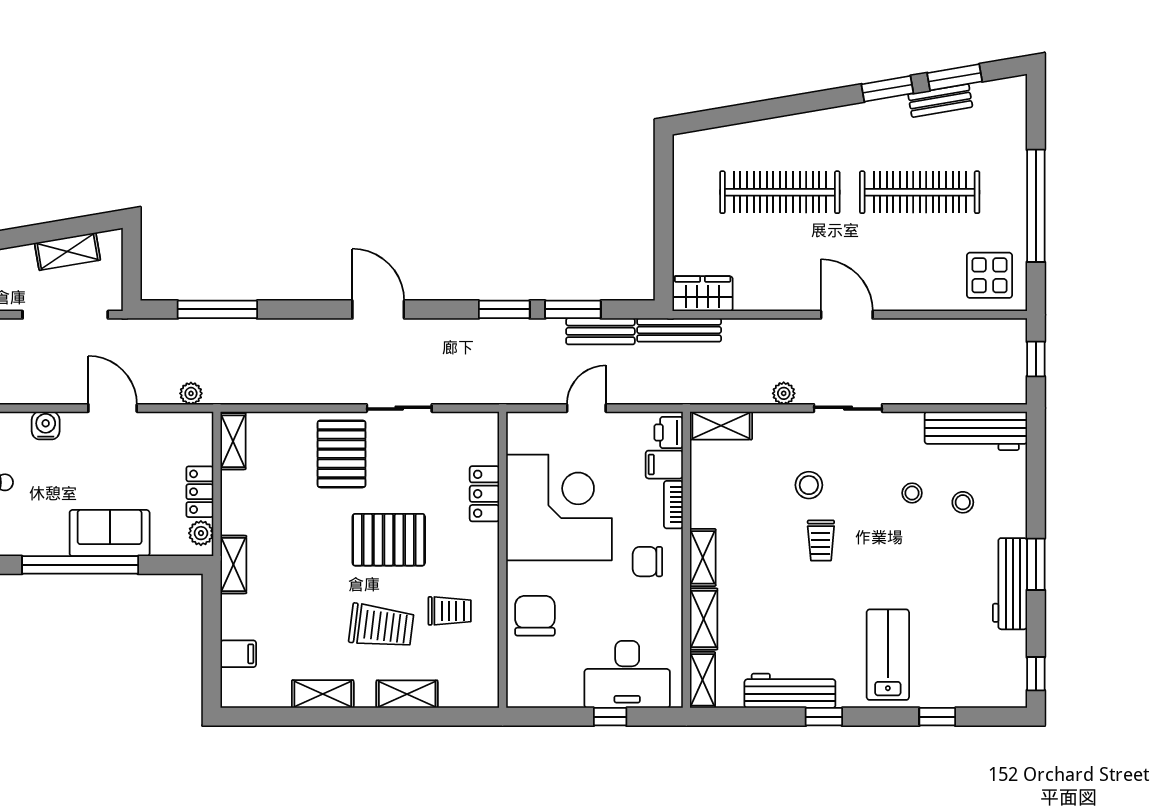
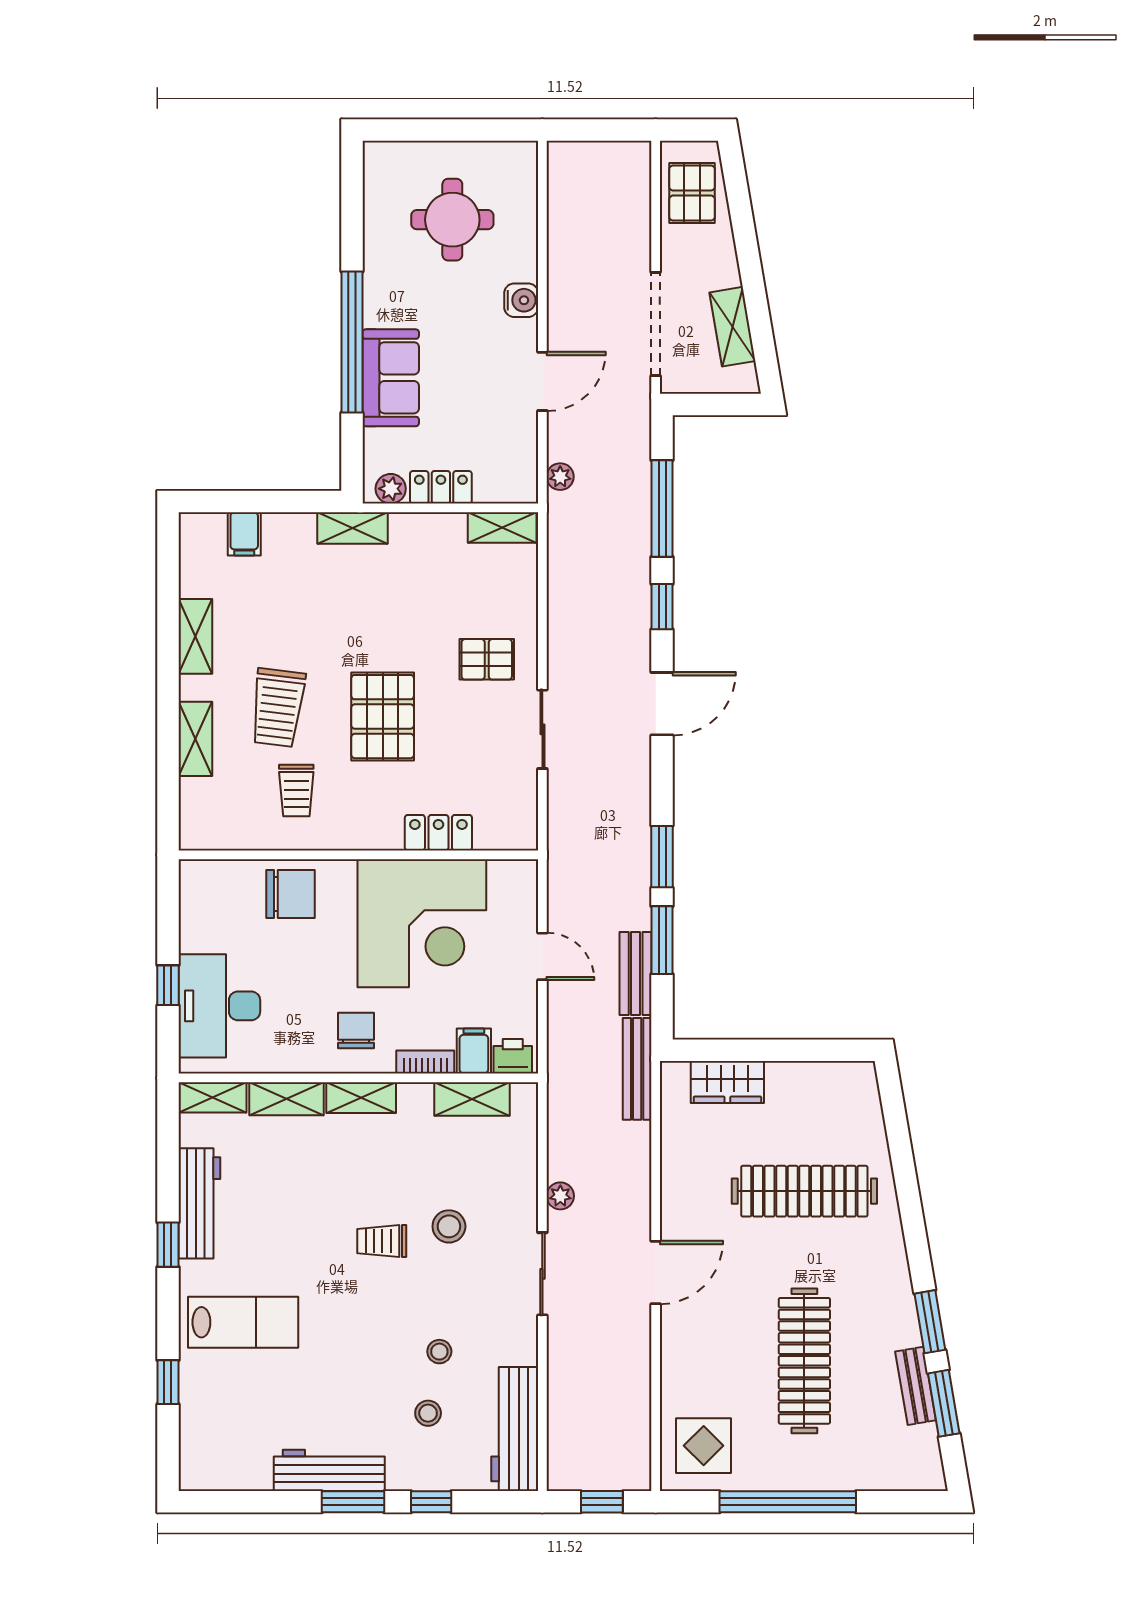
clothes rail: (780, 192) -> (804, 1191), turned 90
wardrobe: (703, 294) -> (727, 1082), moved, turned 90
window: (298, 309) -> (662, 607), added
shelving: (721, 426) -> (472, 1099), moved, turned 90
pallet: (342, 454) -> (487, 659), width x0.67, depth x0.71
window: (1036, 674) -> (431, 1502), moved

